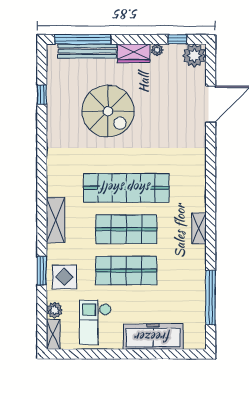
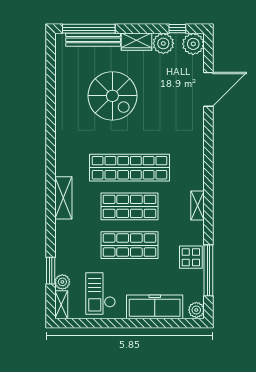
plant: (157, 50) -> (163, 43), width x1.88, depth x1.88
window: (42, 94) -> (51, 80), removed
window: (42, 271) -> (51, 271), moved
display table: (65, 277) -> (191, 257), moved
plant: (198, 340) -> (196, 310), added

